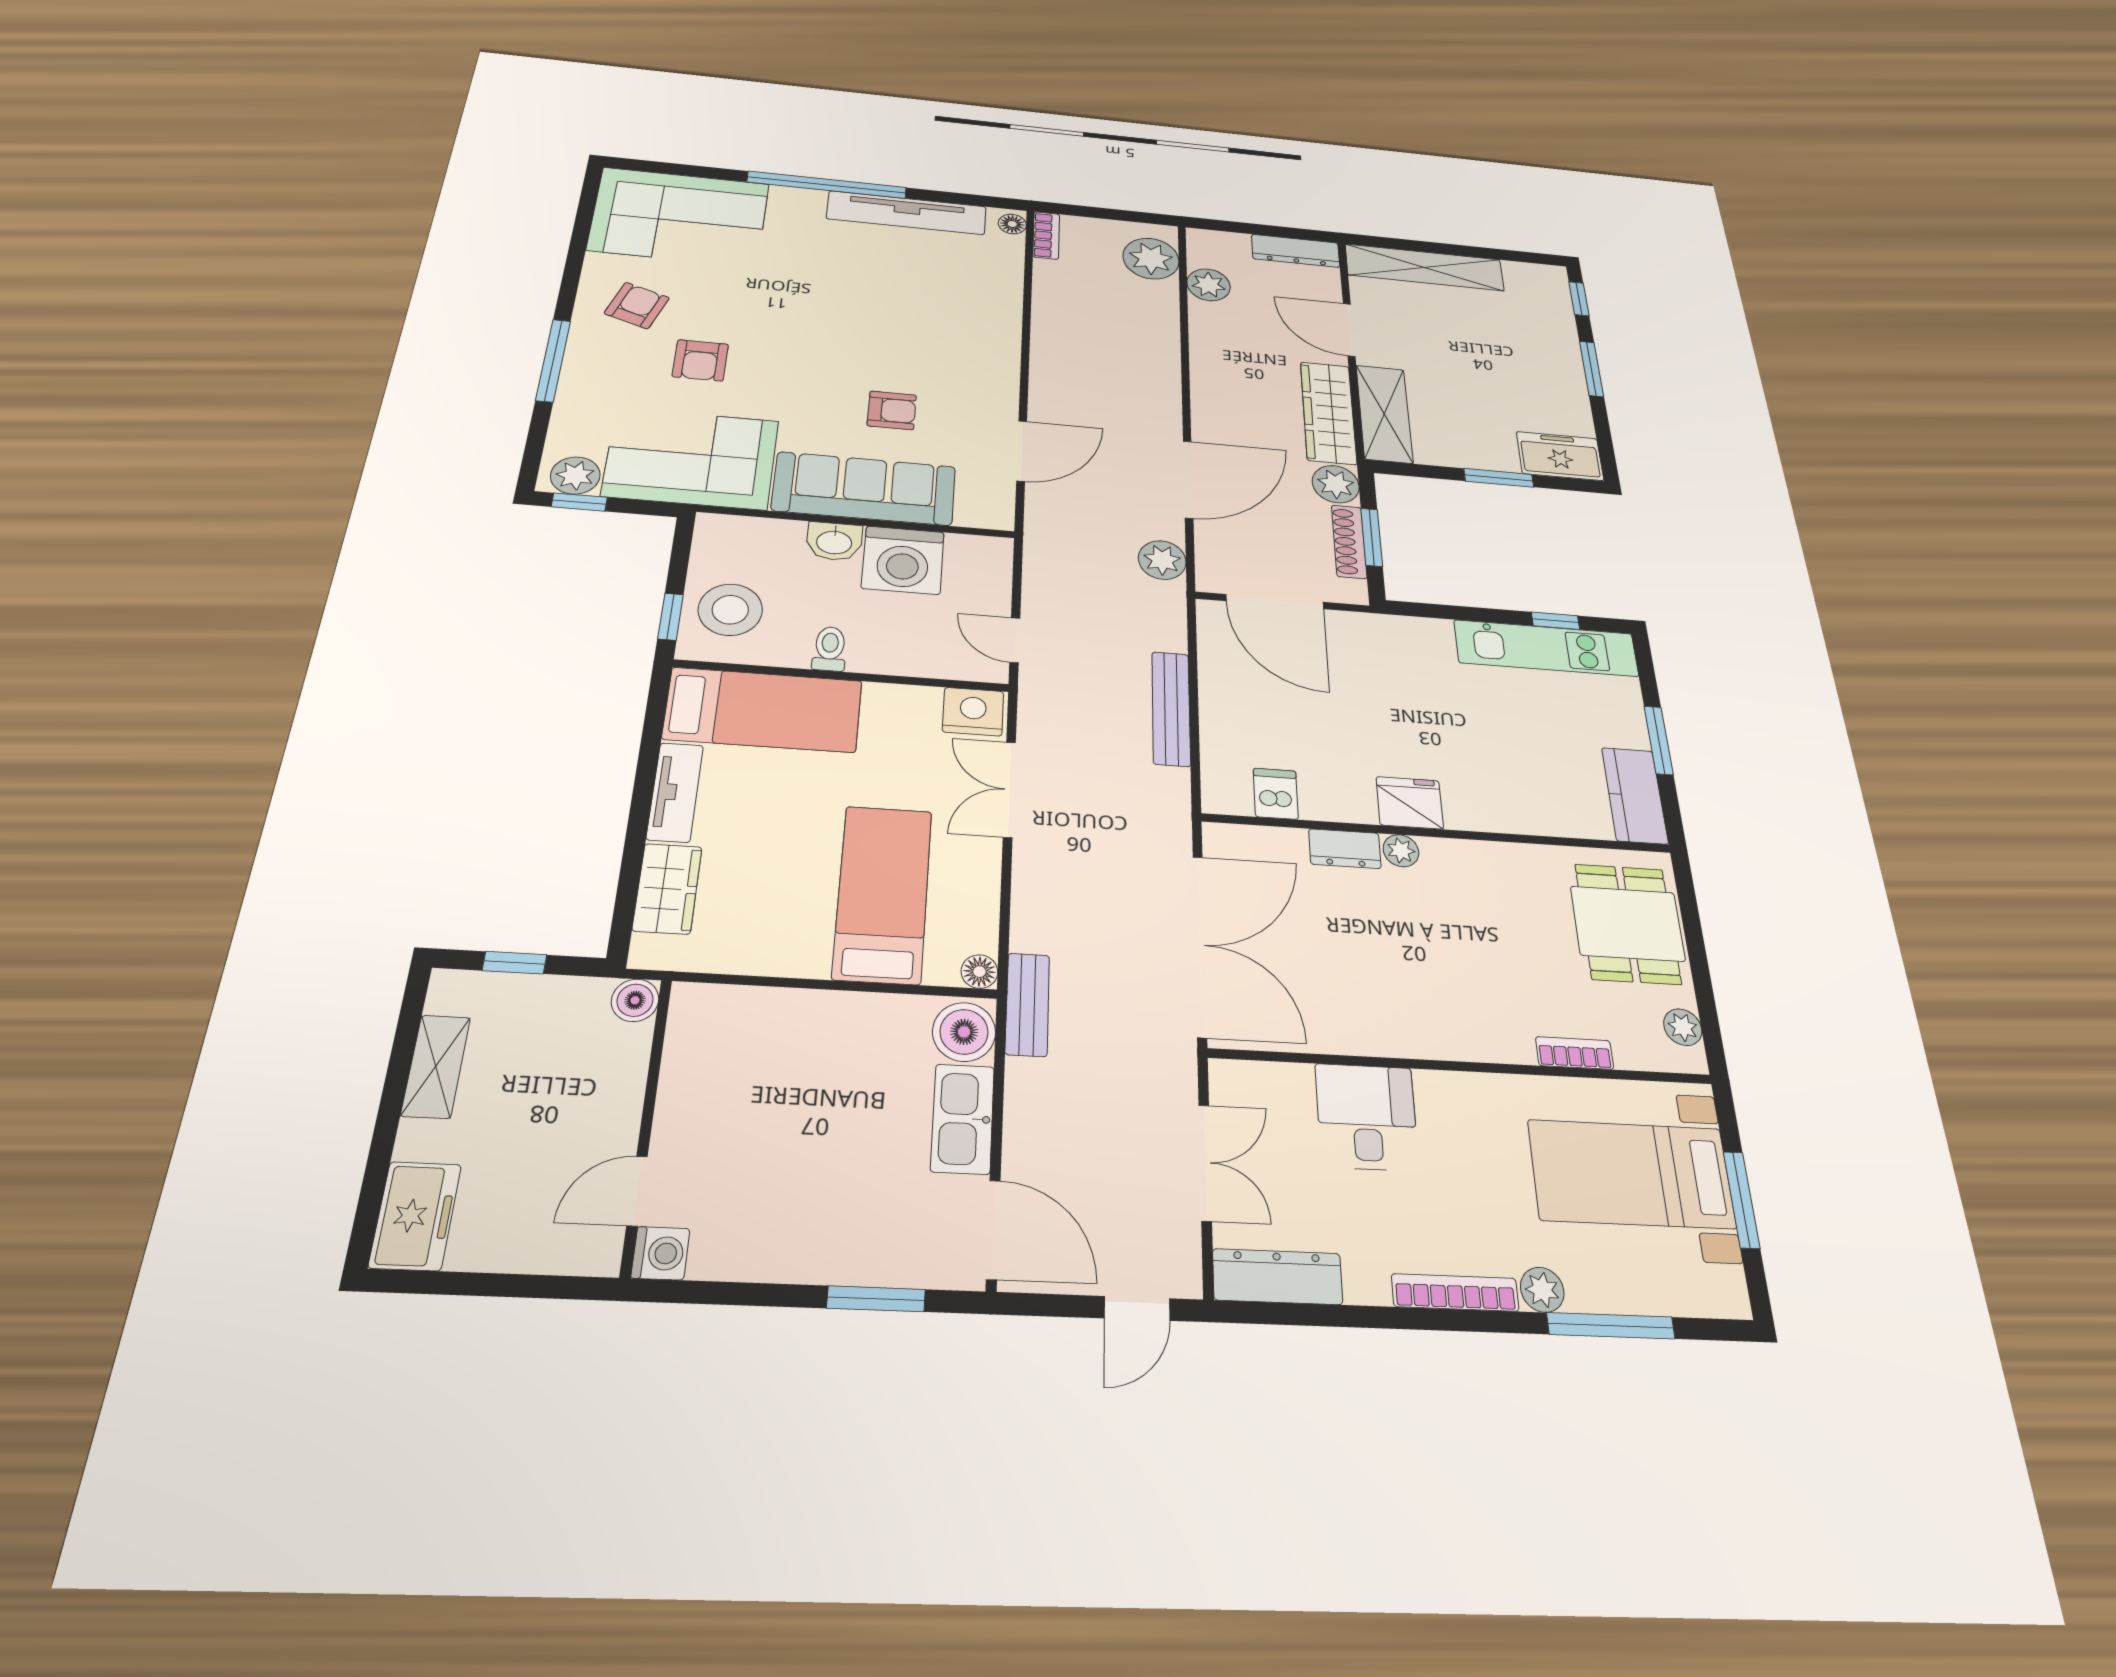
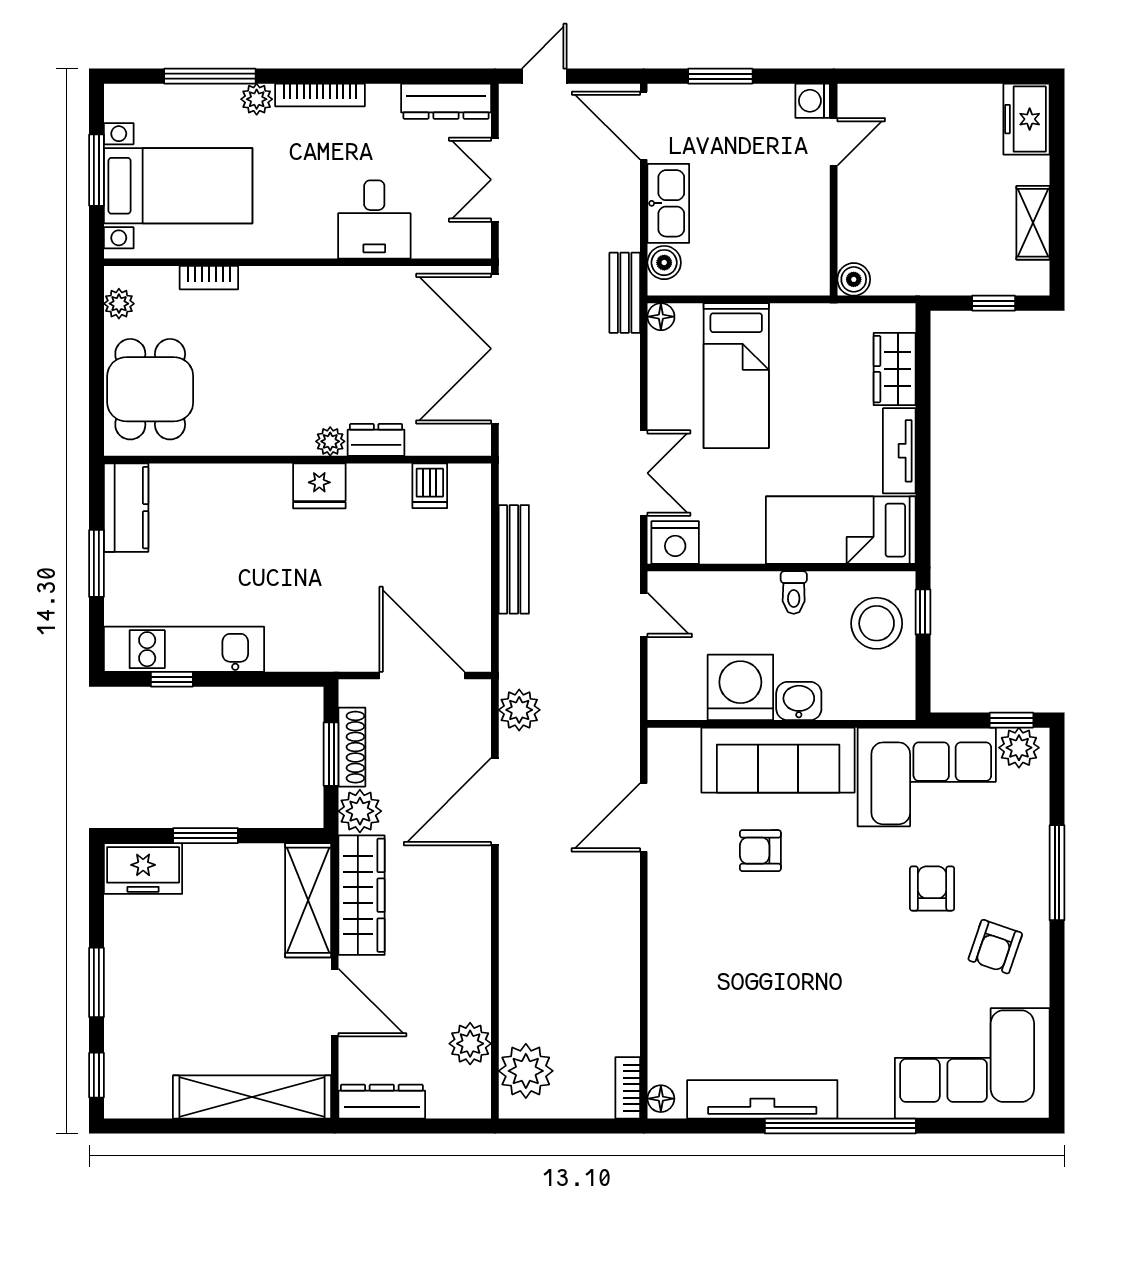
boiler: (635, 1000) -> (854, 279), moved
boiler: (964, 1032) -> (664, 263), width x0.73, depth x0.73
wall: (647, 1123) -> (834, 190), moved
door: (637, 1191) -> (834, 142), moved
washing machine: (661, 1253) -> (813, 101), moved

